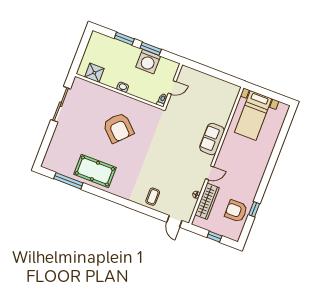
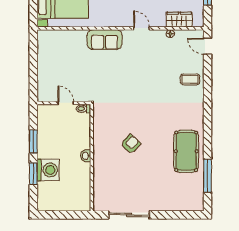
washing machine: (148, 62) -> (48, 170), moved
shower: (94, 73) -> (82, 192), removed
armchair: (118, 128) -> (131, 144), width x0.53, depth x0.53
wardrobe: (207, 201) -> (179, 19), width x0.67
door: (174, 221) -> (207, 46), swing flipped

